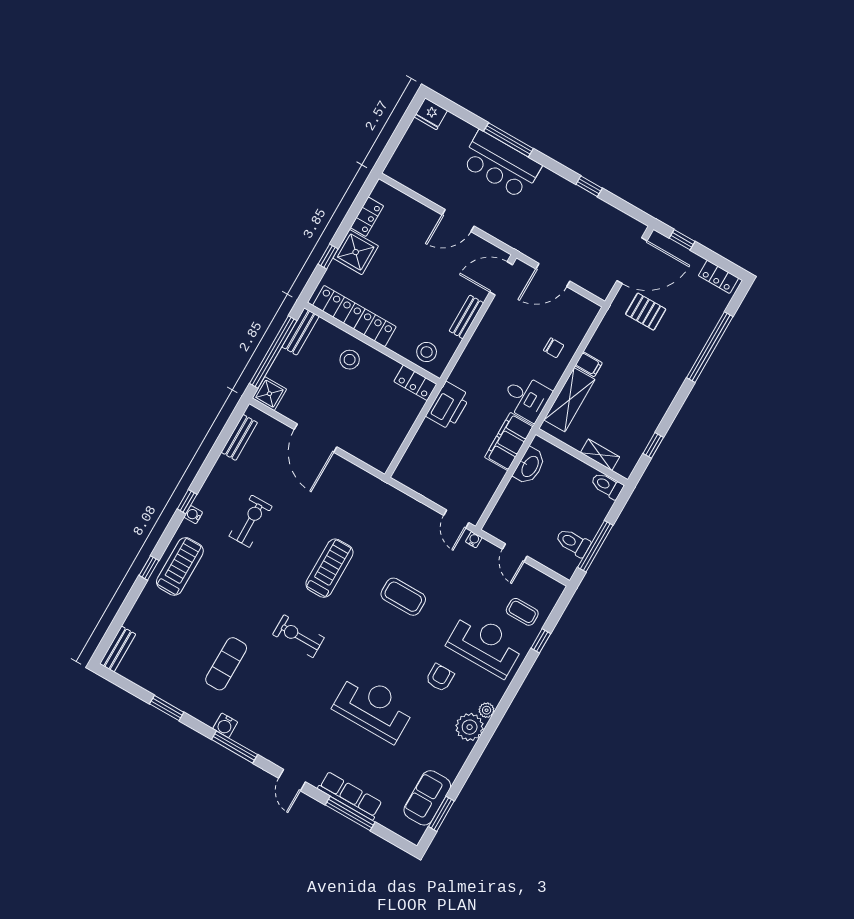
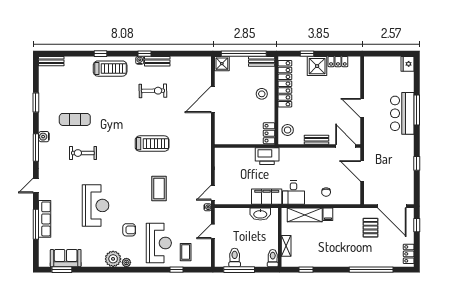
bench: (239, 437) -> (157, 61), moved
exercise bike: (298, 636) -> (83, 153), moved, turned -90

